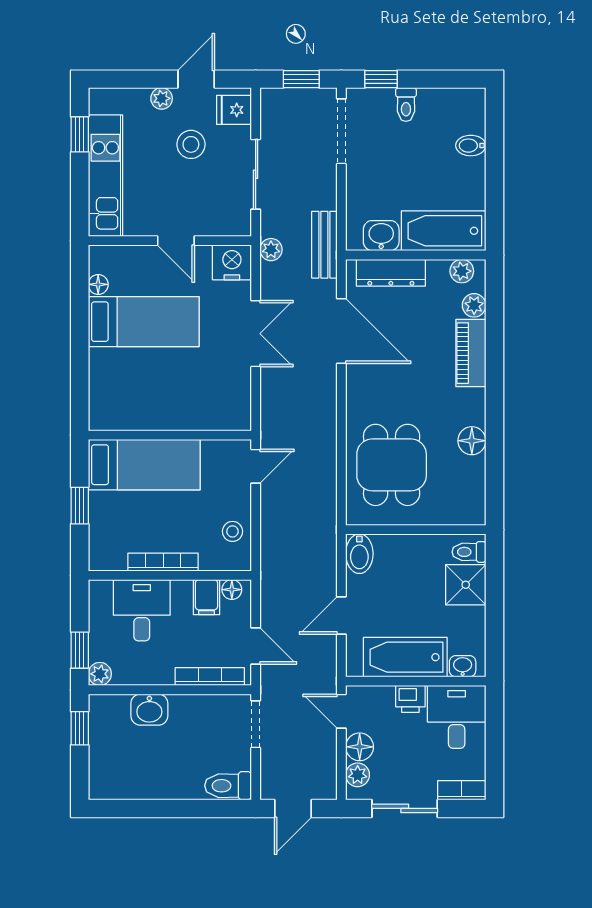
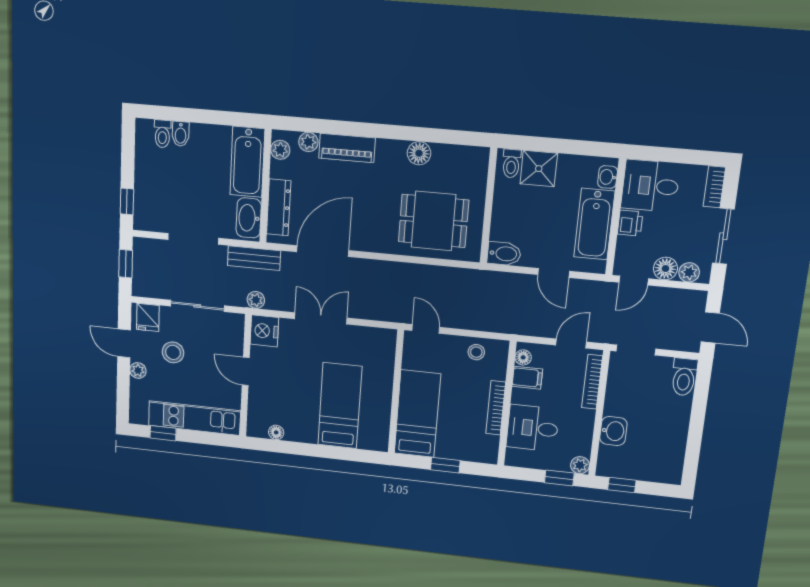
toilet: (406, 105) -> (162, 134), moved, turned 90
doorway: (341, 131) -> (193, 239), moved
washbasin: (381, 236) -> (249, 218), width x1.38
door: (176, 241) -> (246, 371), swing flipped
bed: (144, 322) -> (340, 406), moved

